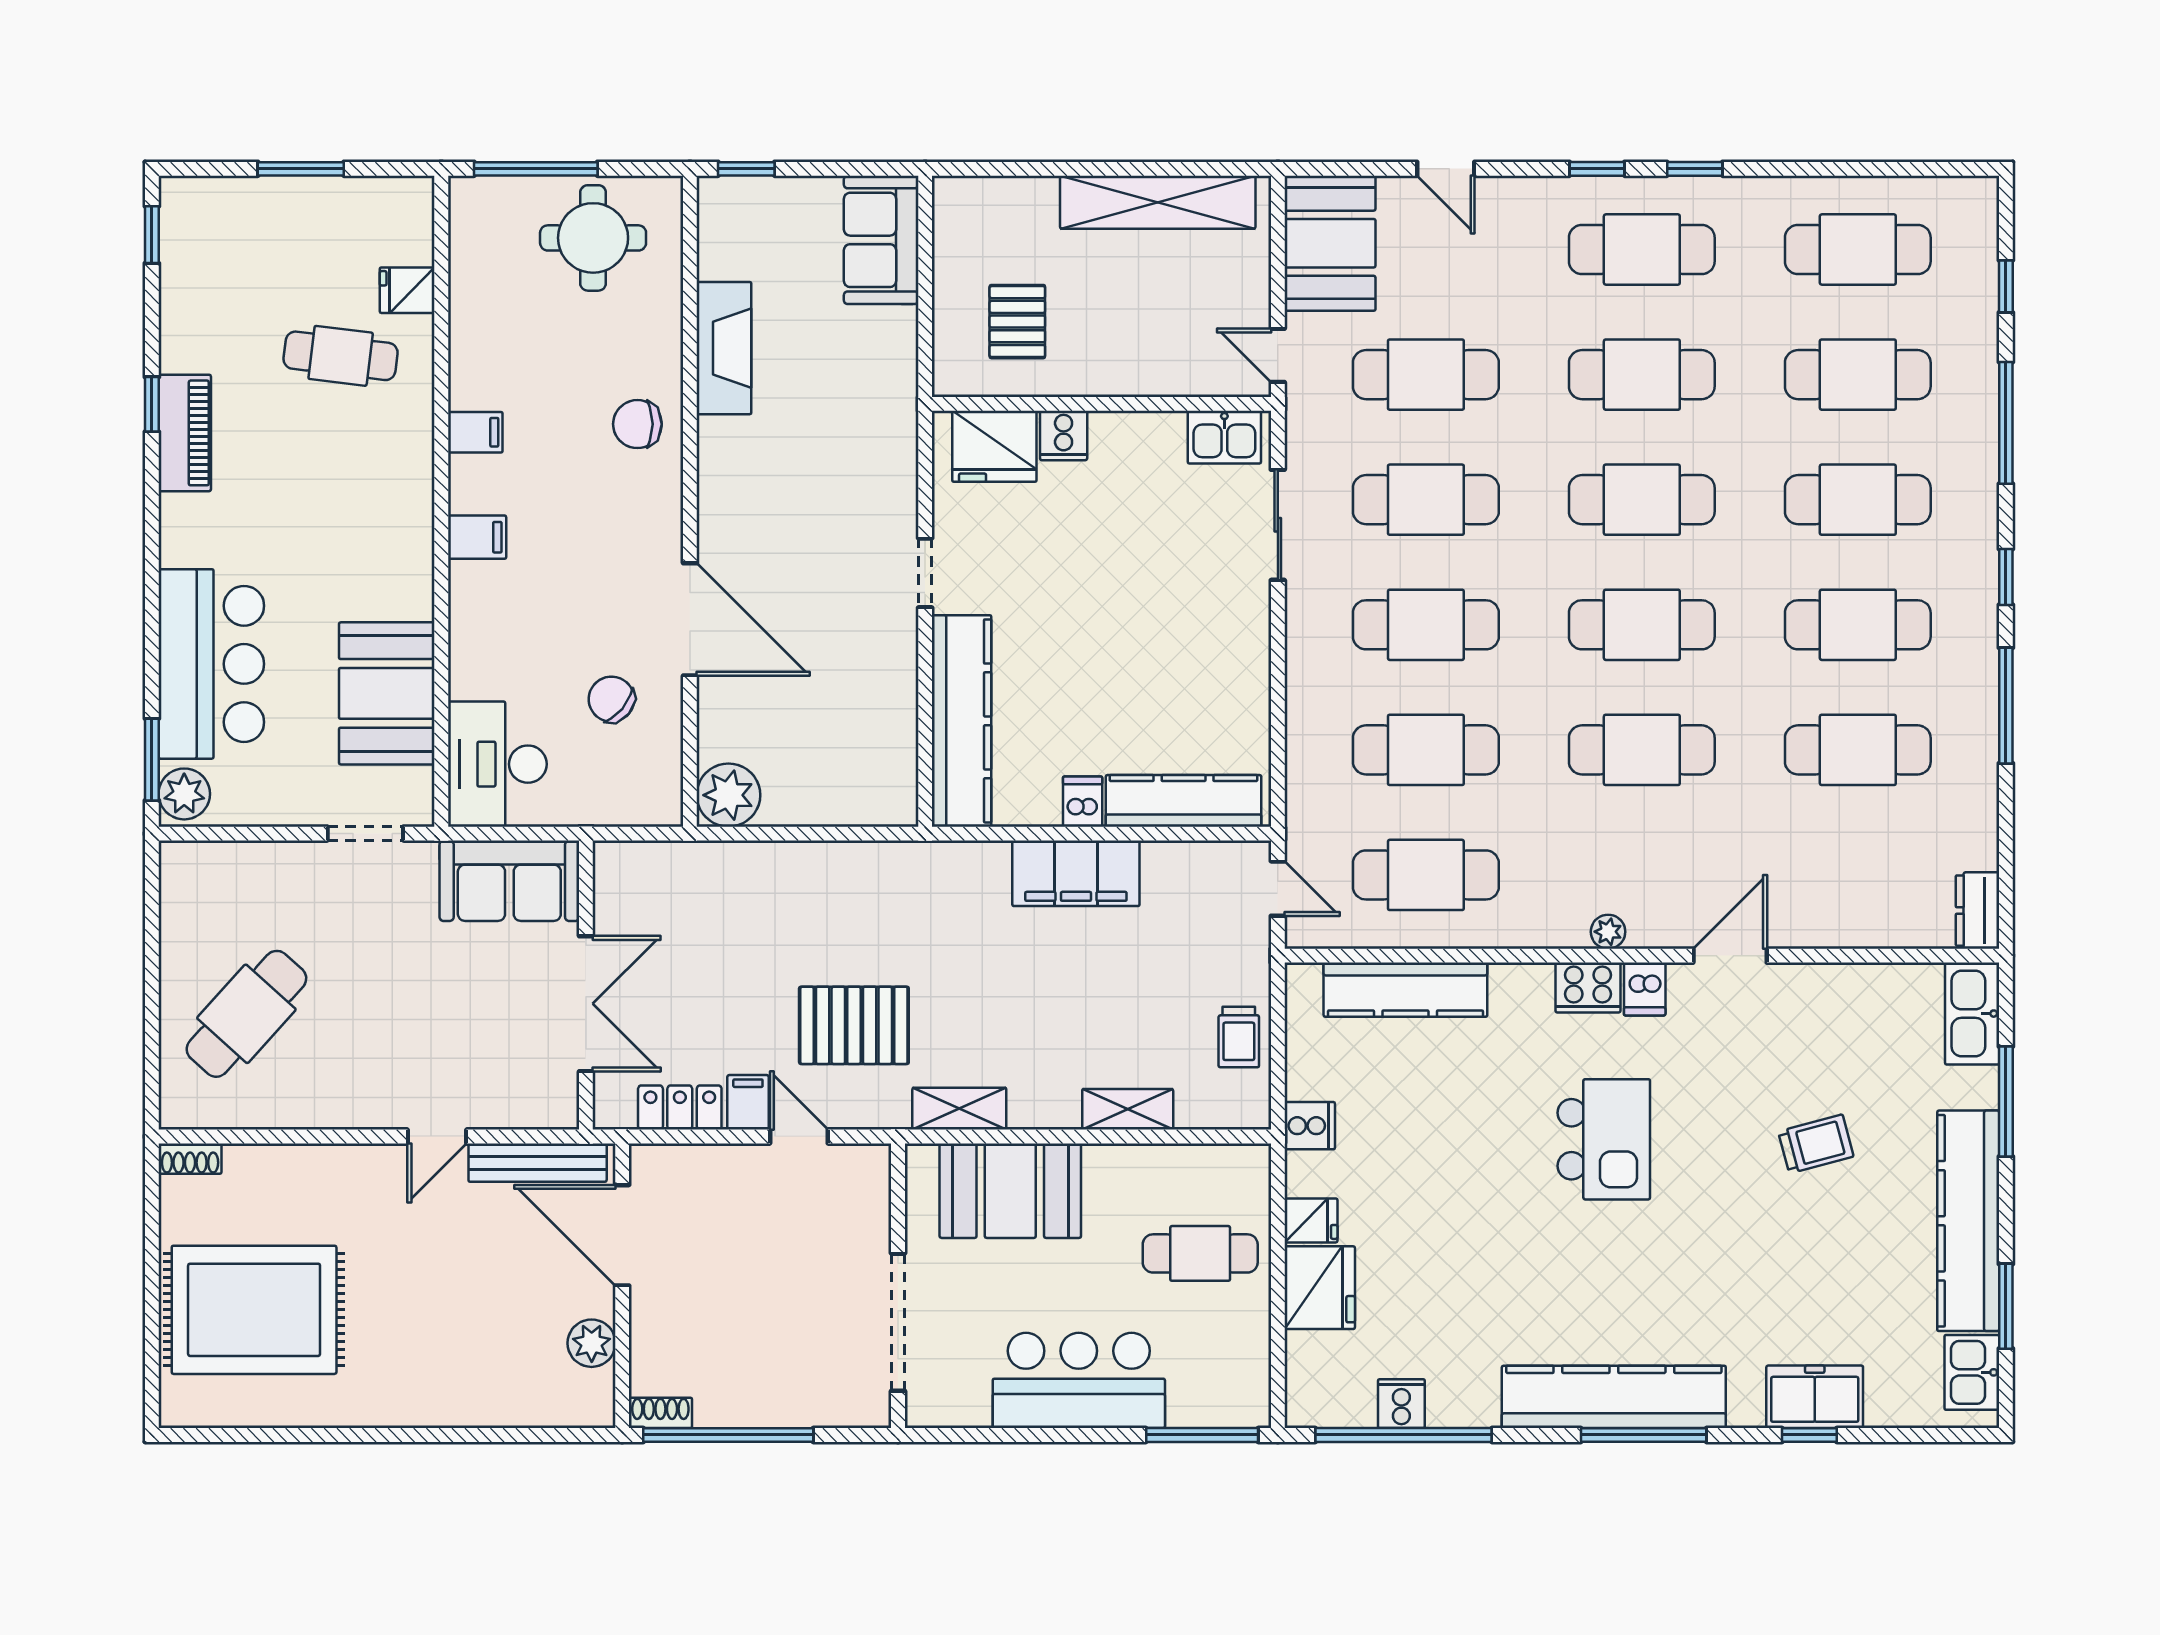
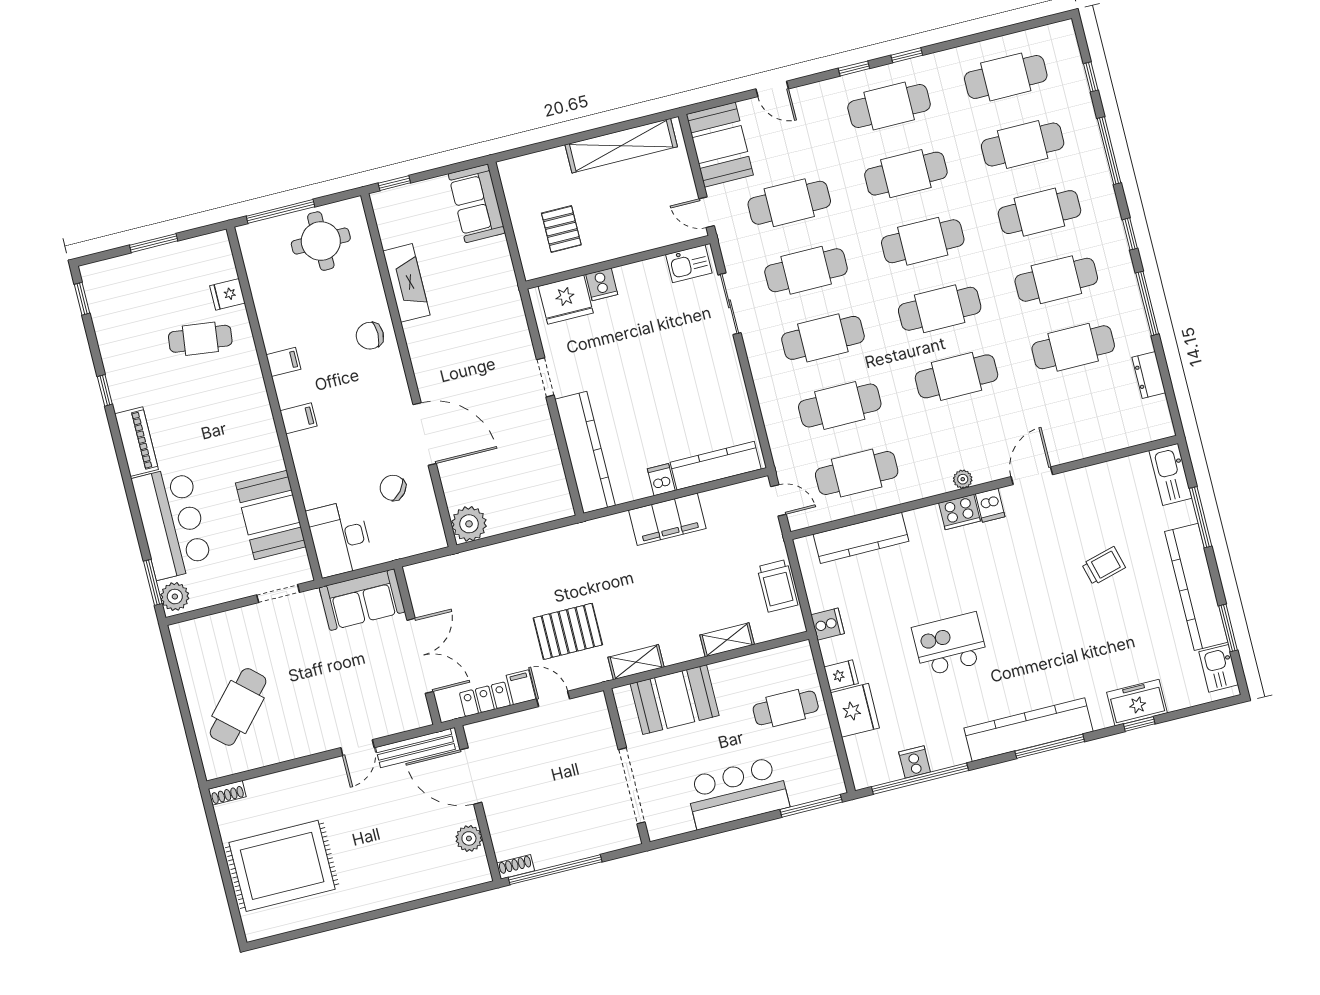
piano: (185, 433) -> (136, 442), moved
dresser: (1978, 911) -> (1149, 375), moved
trolley: (1239, 1037) -> (777, 586), width x1.36, depth x1.39
kitchen island: (1604, 1139) -> (950, 644), moved, turned -90

